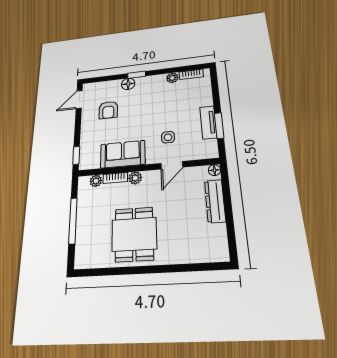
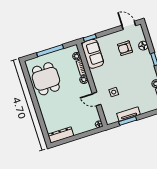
floor lamp: (128, 84) -> (143, 46), moved
sofa: (123, 154) -> (93, 54), moved
dresser: (215, 201) -> (61, 135), moved
dining table: (134, 234) -> (46, 79), moved, turned 90

